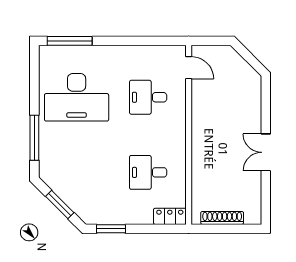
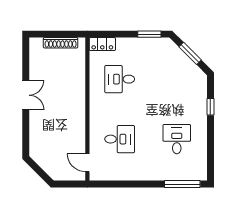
desk: (77, 97) -> (177, 139), width x0.53, depth x0.77
window: (34, 138) -> (210, 107), width x0.46
desk: (148, 172) -> (120, 79), turned 180

